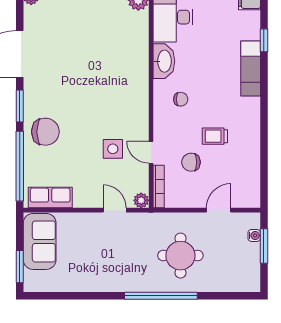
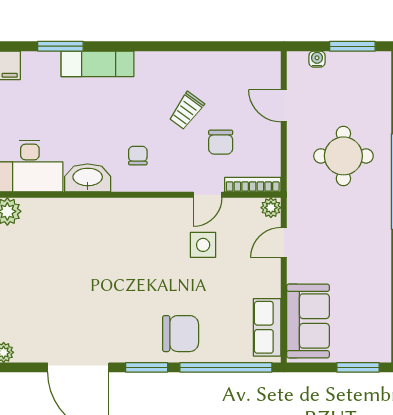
window: (264, 40) -> (60, 46), width x1.50
chair: (45, 132) -> (181, 334), turned 90
trolley: (215, 136) -> (186, 111), turned 36
sofa: (40, 241) -> (308, 321), moved, turned 90
window: (264, 246) -> (352, 46), moved

